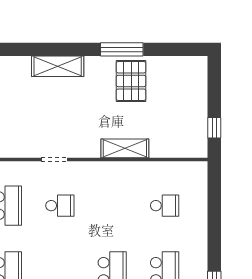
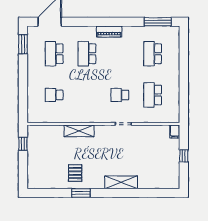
window: (122, 49) -> (81, 193), width x0.69
pallet: (131, 81) -> (75, 173), width x0.67, depth x0.71

